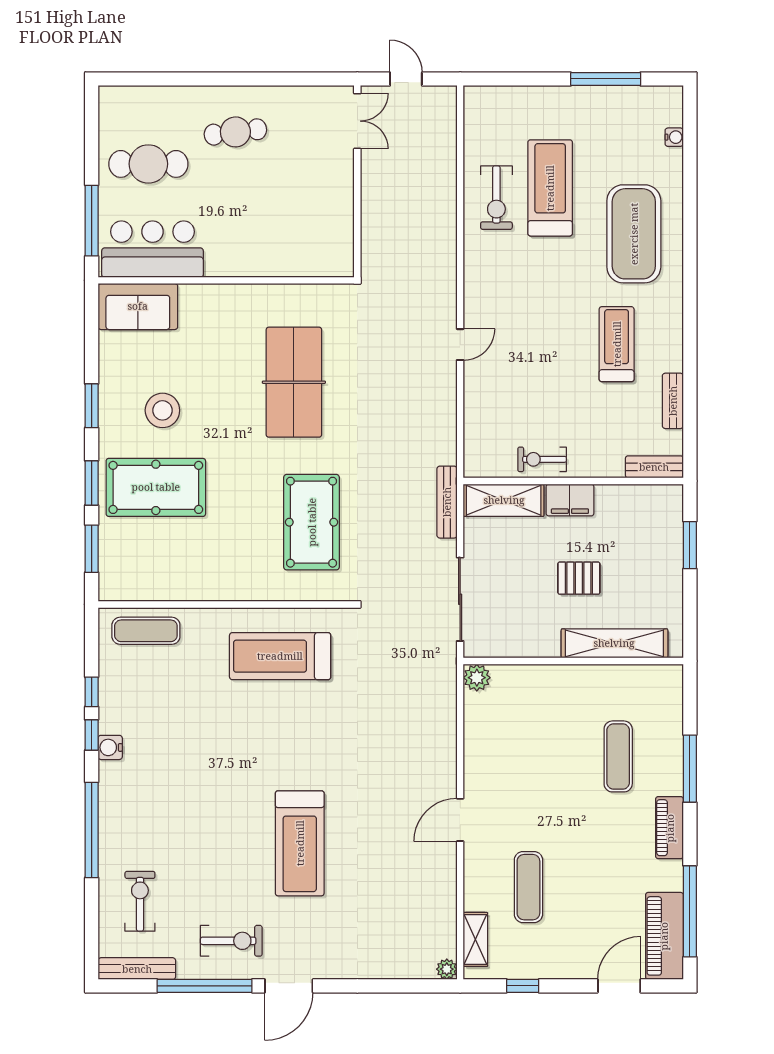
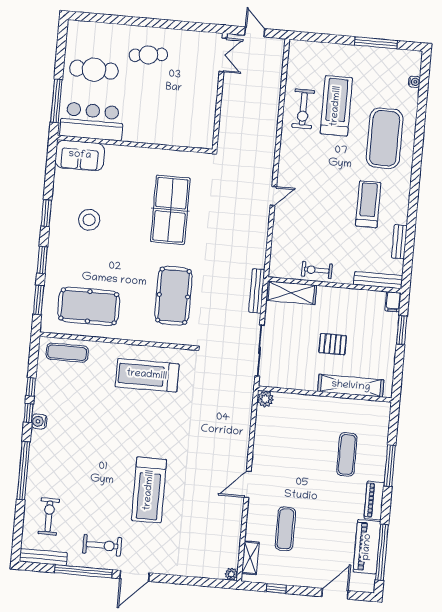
bench: (654, 467) -> (378, 280), width x1.36
pool table: (156, 487) -> (89, 306), moved
filing cabinet: (570, 500) -> (393, 302), moved, width x0.50
piano: (664, 936) -> (367, 547), moved

